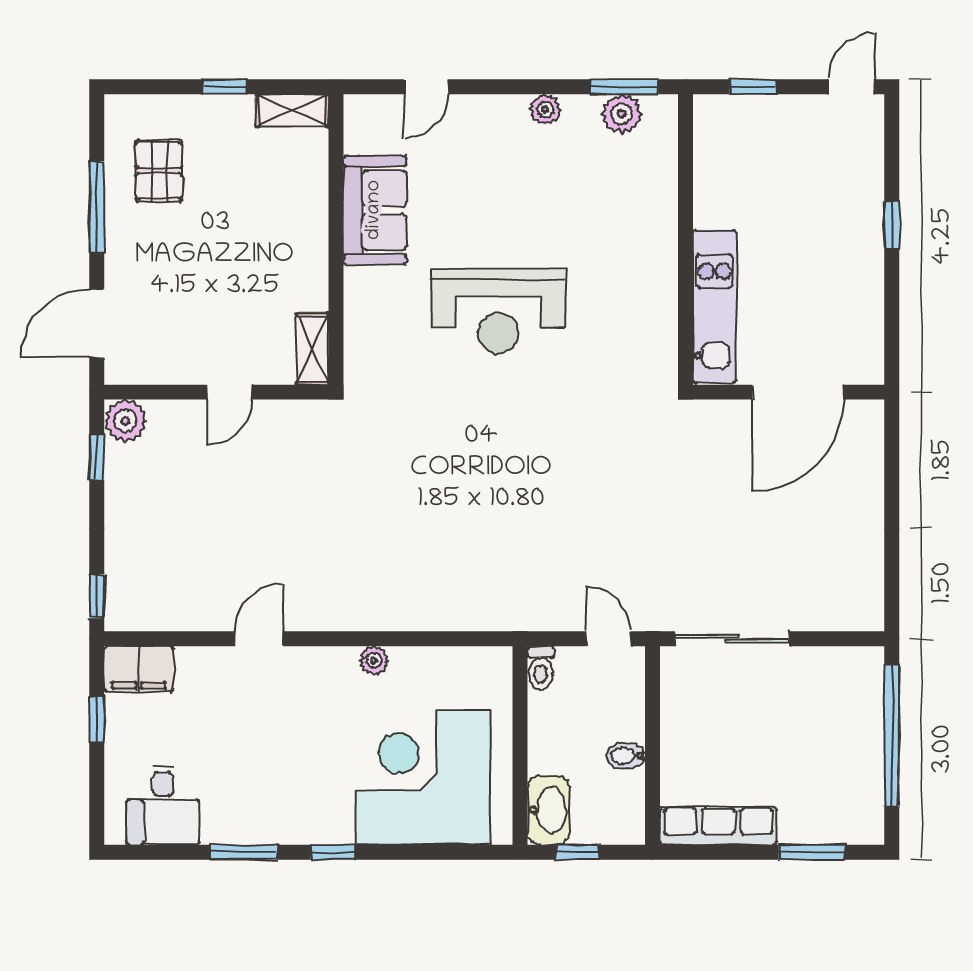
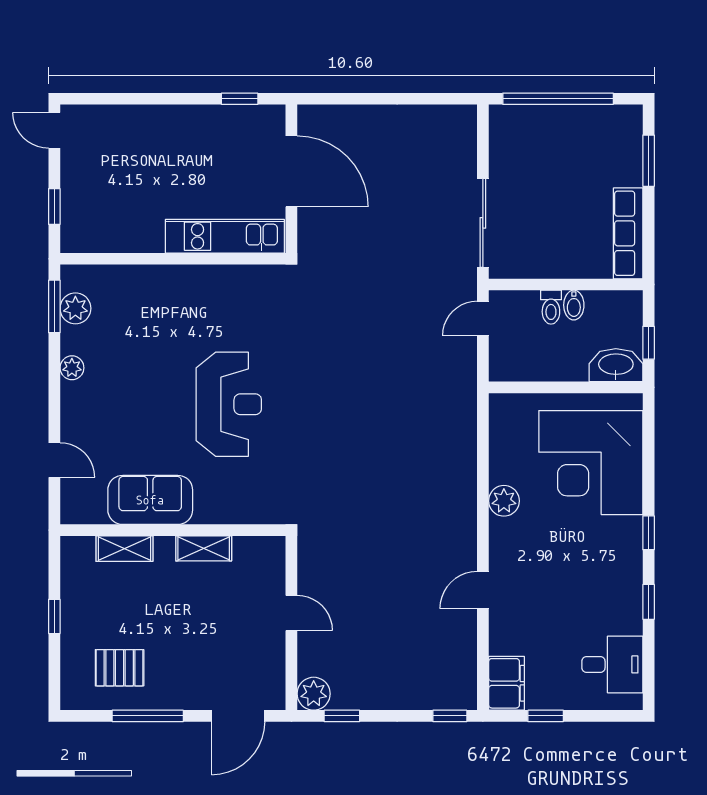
shelving: (292, 110) -> (124, 549), moved, turned 90
window: (892, 225) -> (240, 99), moved
door: (97, 323) -> (238, 716), hinge flipped
shelving: (312, 349) -> (204, 548), moved
door: (259, 639) -> (483, 590), hinge flipped
plant: (374, 660) -> (504, 501), width x1.38, depth x1.38
toilet: (541, 668) -> (551, 307), moved, turned 90
window: (244, 852) -> (649, 602), width x0.67

